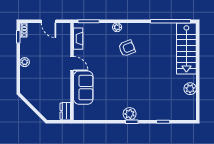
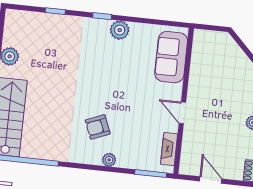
sofa: (83, 88) -> (171, 57), moved
dresser: (65, 111) -> (200, 43), removed
plant: (130, 114) -> (120, 30), moved

